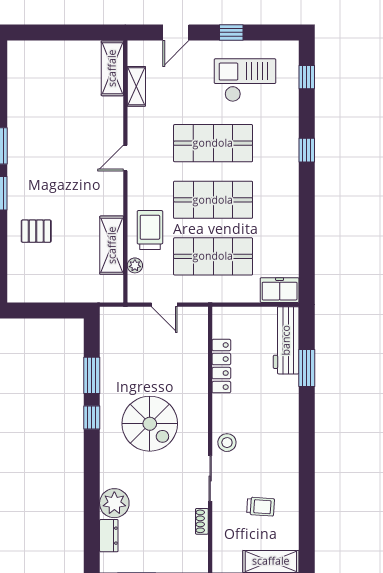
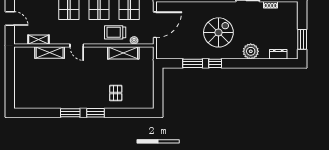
shelving: (112, 68) -> (50, 52), moved
door: (164, 305) -> (155, 25), width x1.87
plant: (114, 503) -> (251, 51), moved

